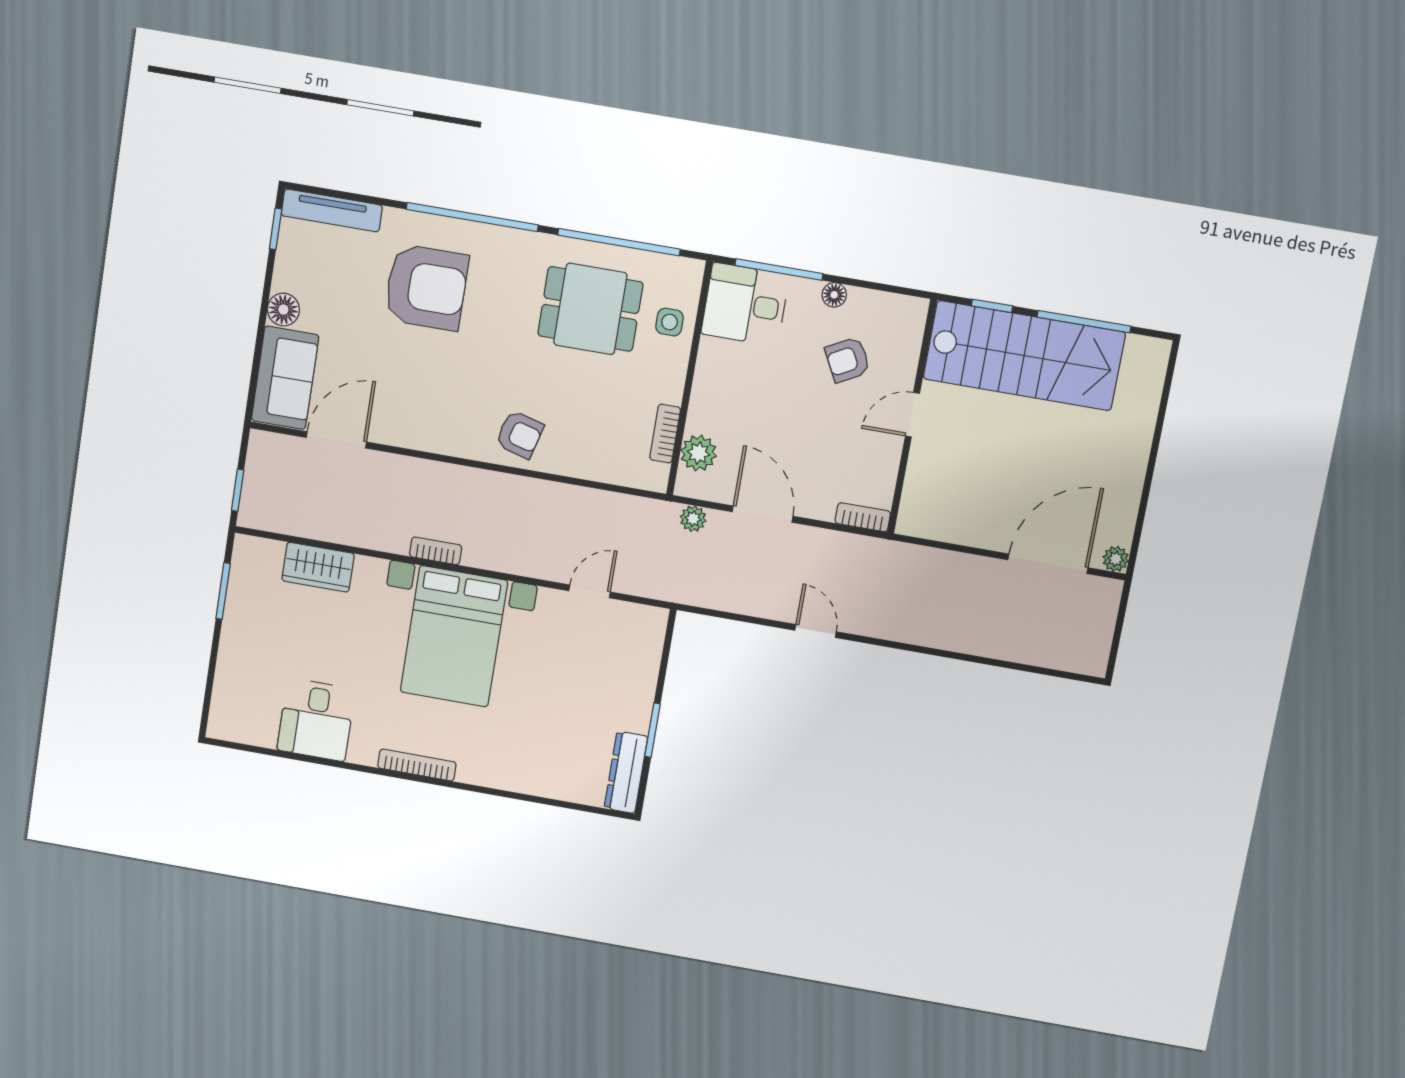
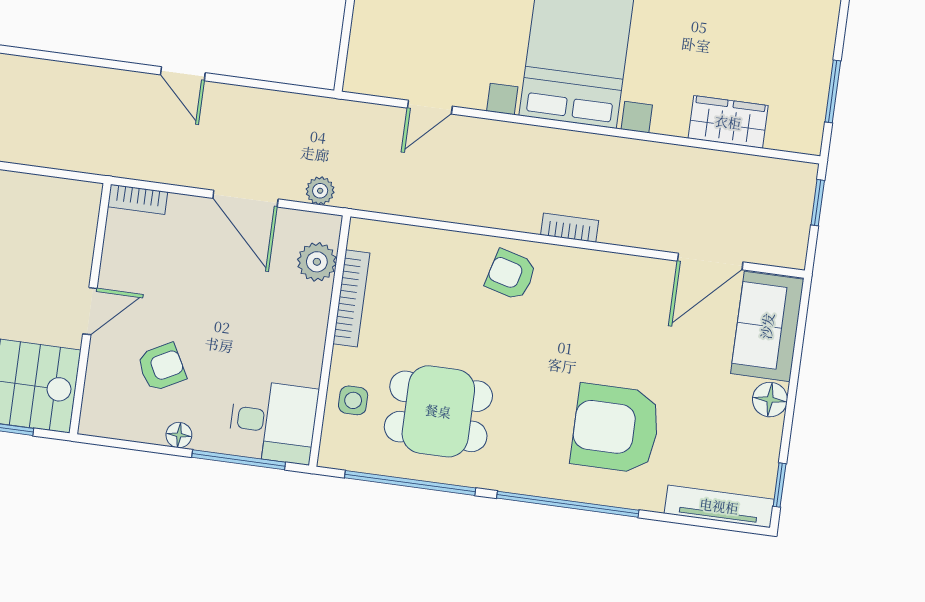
bookcase: (665, 434) -> (351, 298), width x1.56
bookcase: (436, 551) -> (570, 228), moved, turned 180

